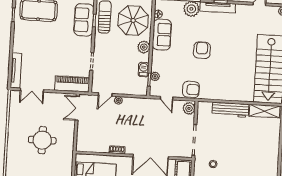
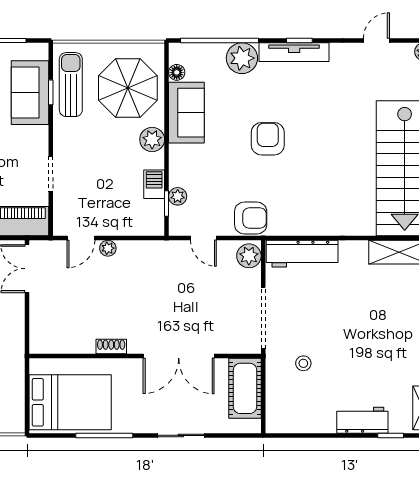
workbench: (231, 110) -> (302, 254), moved

